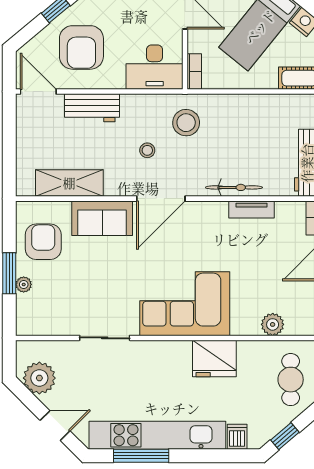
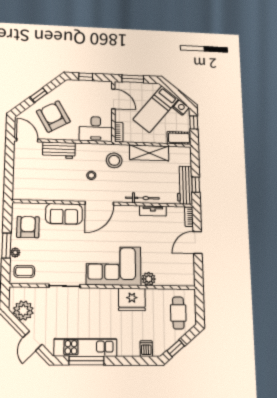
armchair: (81, 47) -> (53, 116), turned 151
shelving: (69, 183) -> (149, 153), moved
coffee table: (39, 315) -> (24, 271), added
plant: (273, 324) -> (149, 279), moved
door: (55, 426) -> (32, 341), swing flipped
kitchen unit: (157, 435) -> (85, 347), width x0.73

